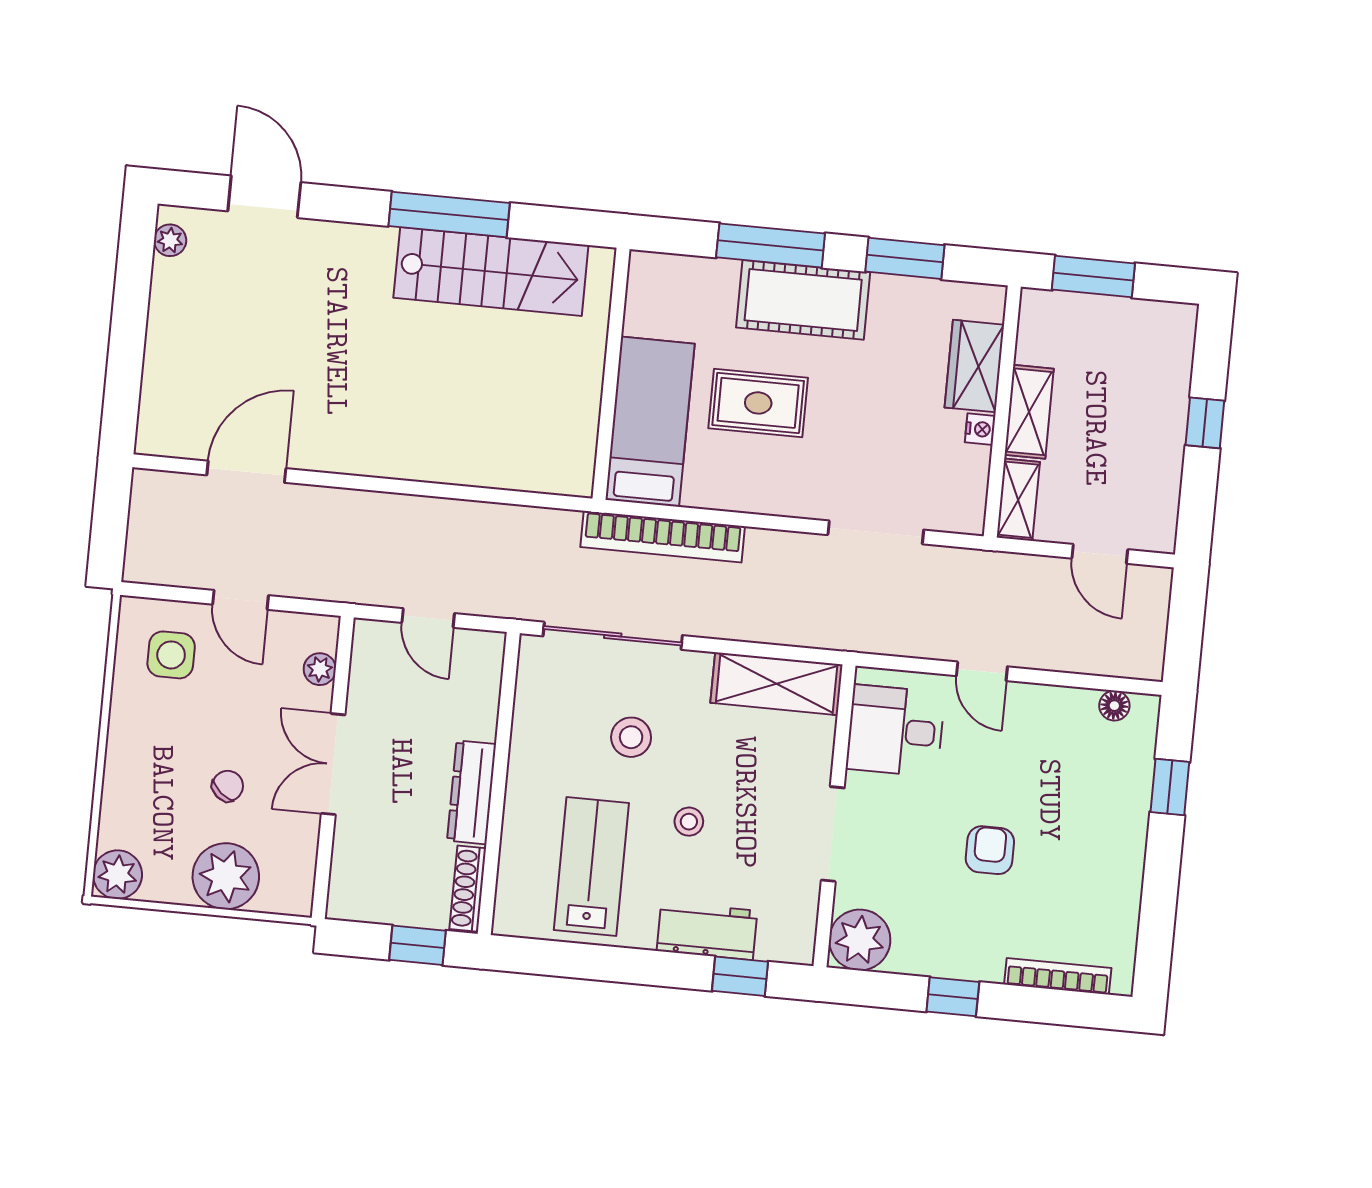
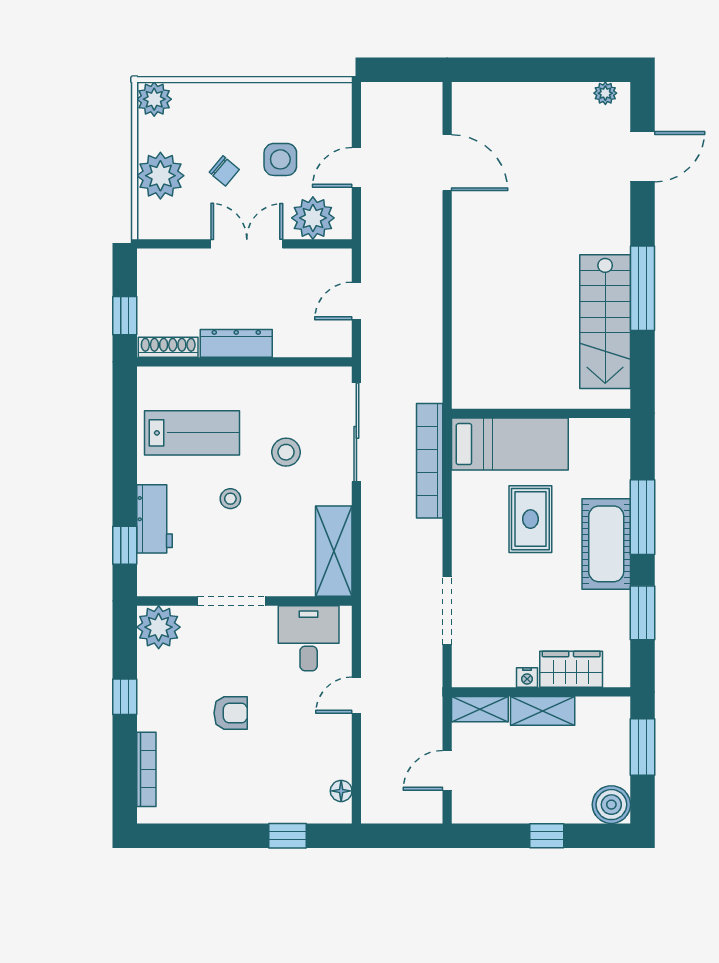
boiler: (1170, 328) -> (611, 805), added
side table: (171, 655) -> (280, 159), moved
plant: (320, 669) -> (313, 218), width x1.88, depth x1.88

